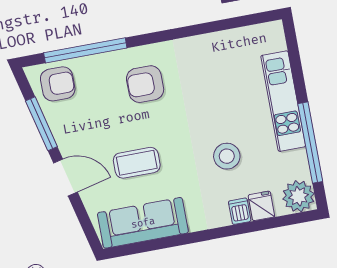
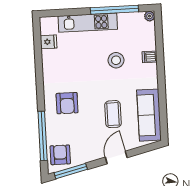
window: (41, 124) -> (71, 171), moved
plant: (298, 196) -> (150, 16), width x0.53, depth x0.53
fridge: (261, 206) -> (49, 42), moved, turned 180

